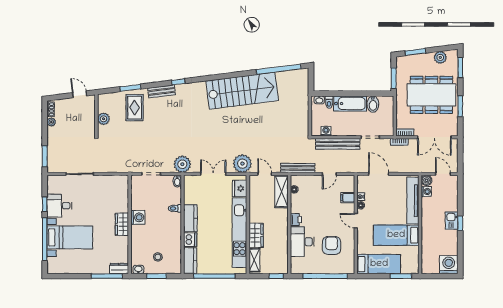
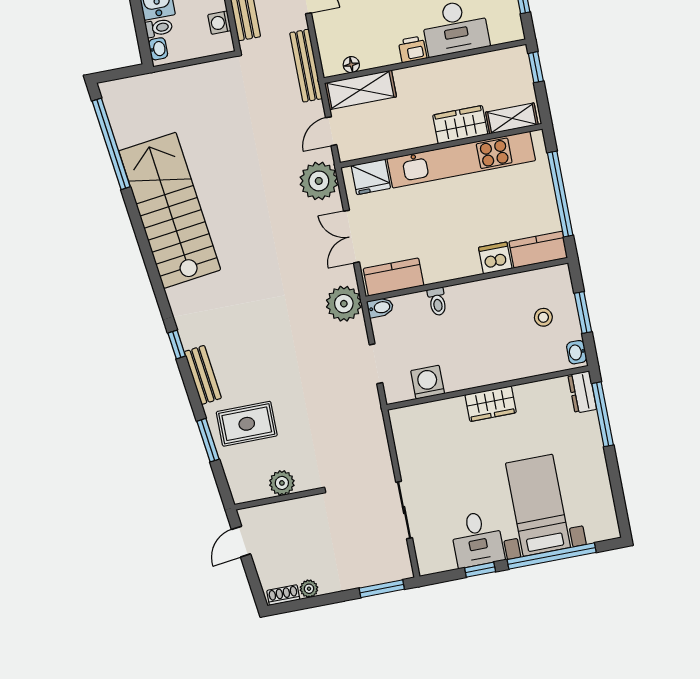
washing machine: (138, 217) -> (428, 382), moved
kitchen counter: (190, 218) -> (394, 277), moved

